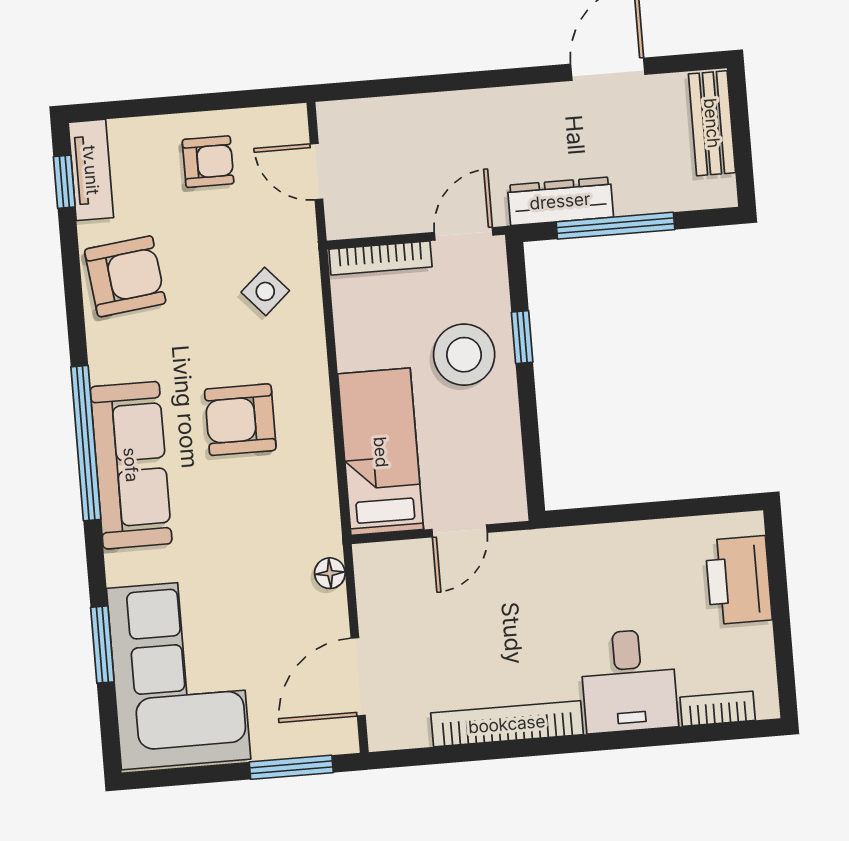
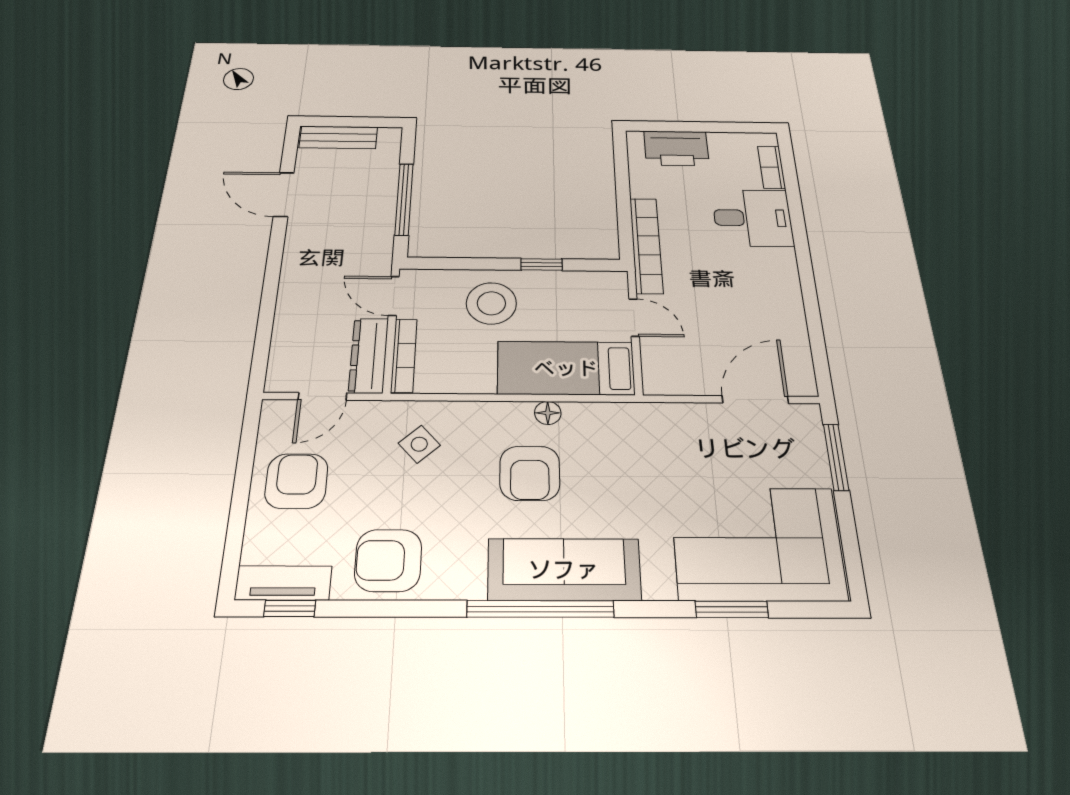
armchair: (208, 162) -> (296, 481), width x1.38, depth x1.38
dresser: (560, 201) -> (369, 355), moved
armchair: (125, 276) -> (388, 560), turned -83
window: (522, 337) -> (542, 264), moved
floor lamp: (330, 573) -> (548, 413), moved
door: (358, 677) -> (755, 400), swing flipped
bookcase: (507, 724) -> (646, 245), moved, turned 180

